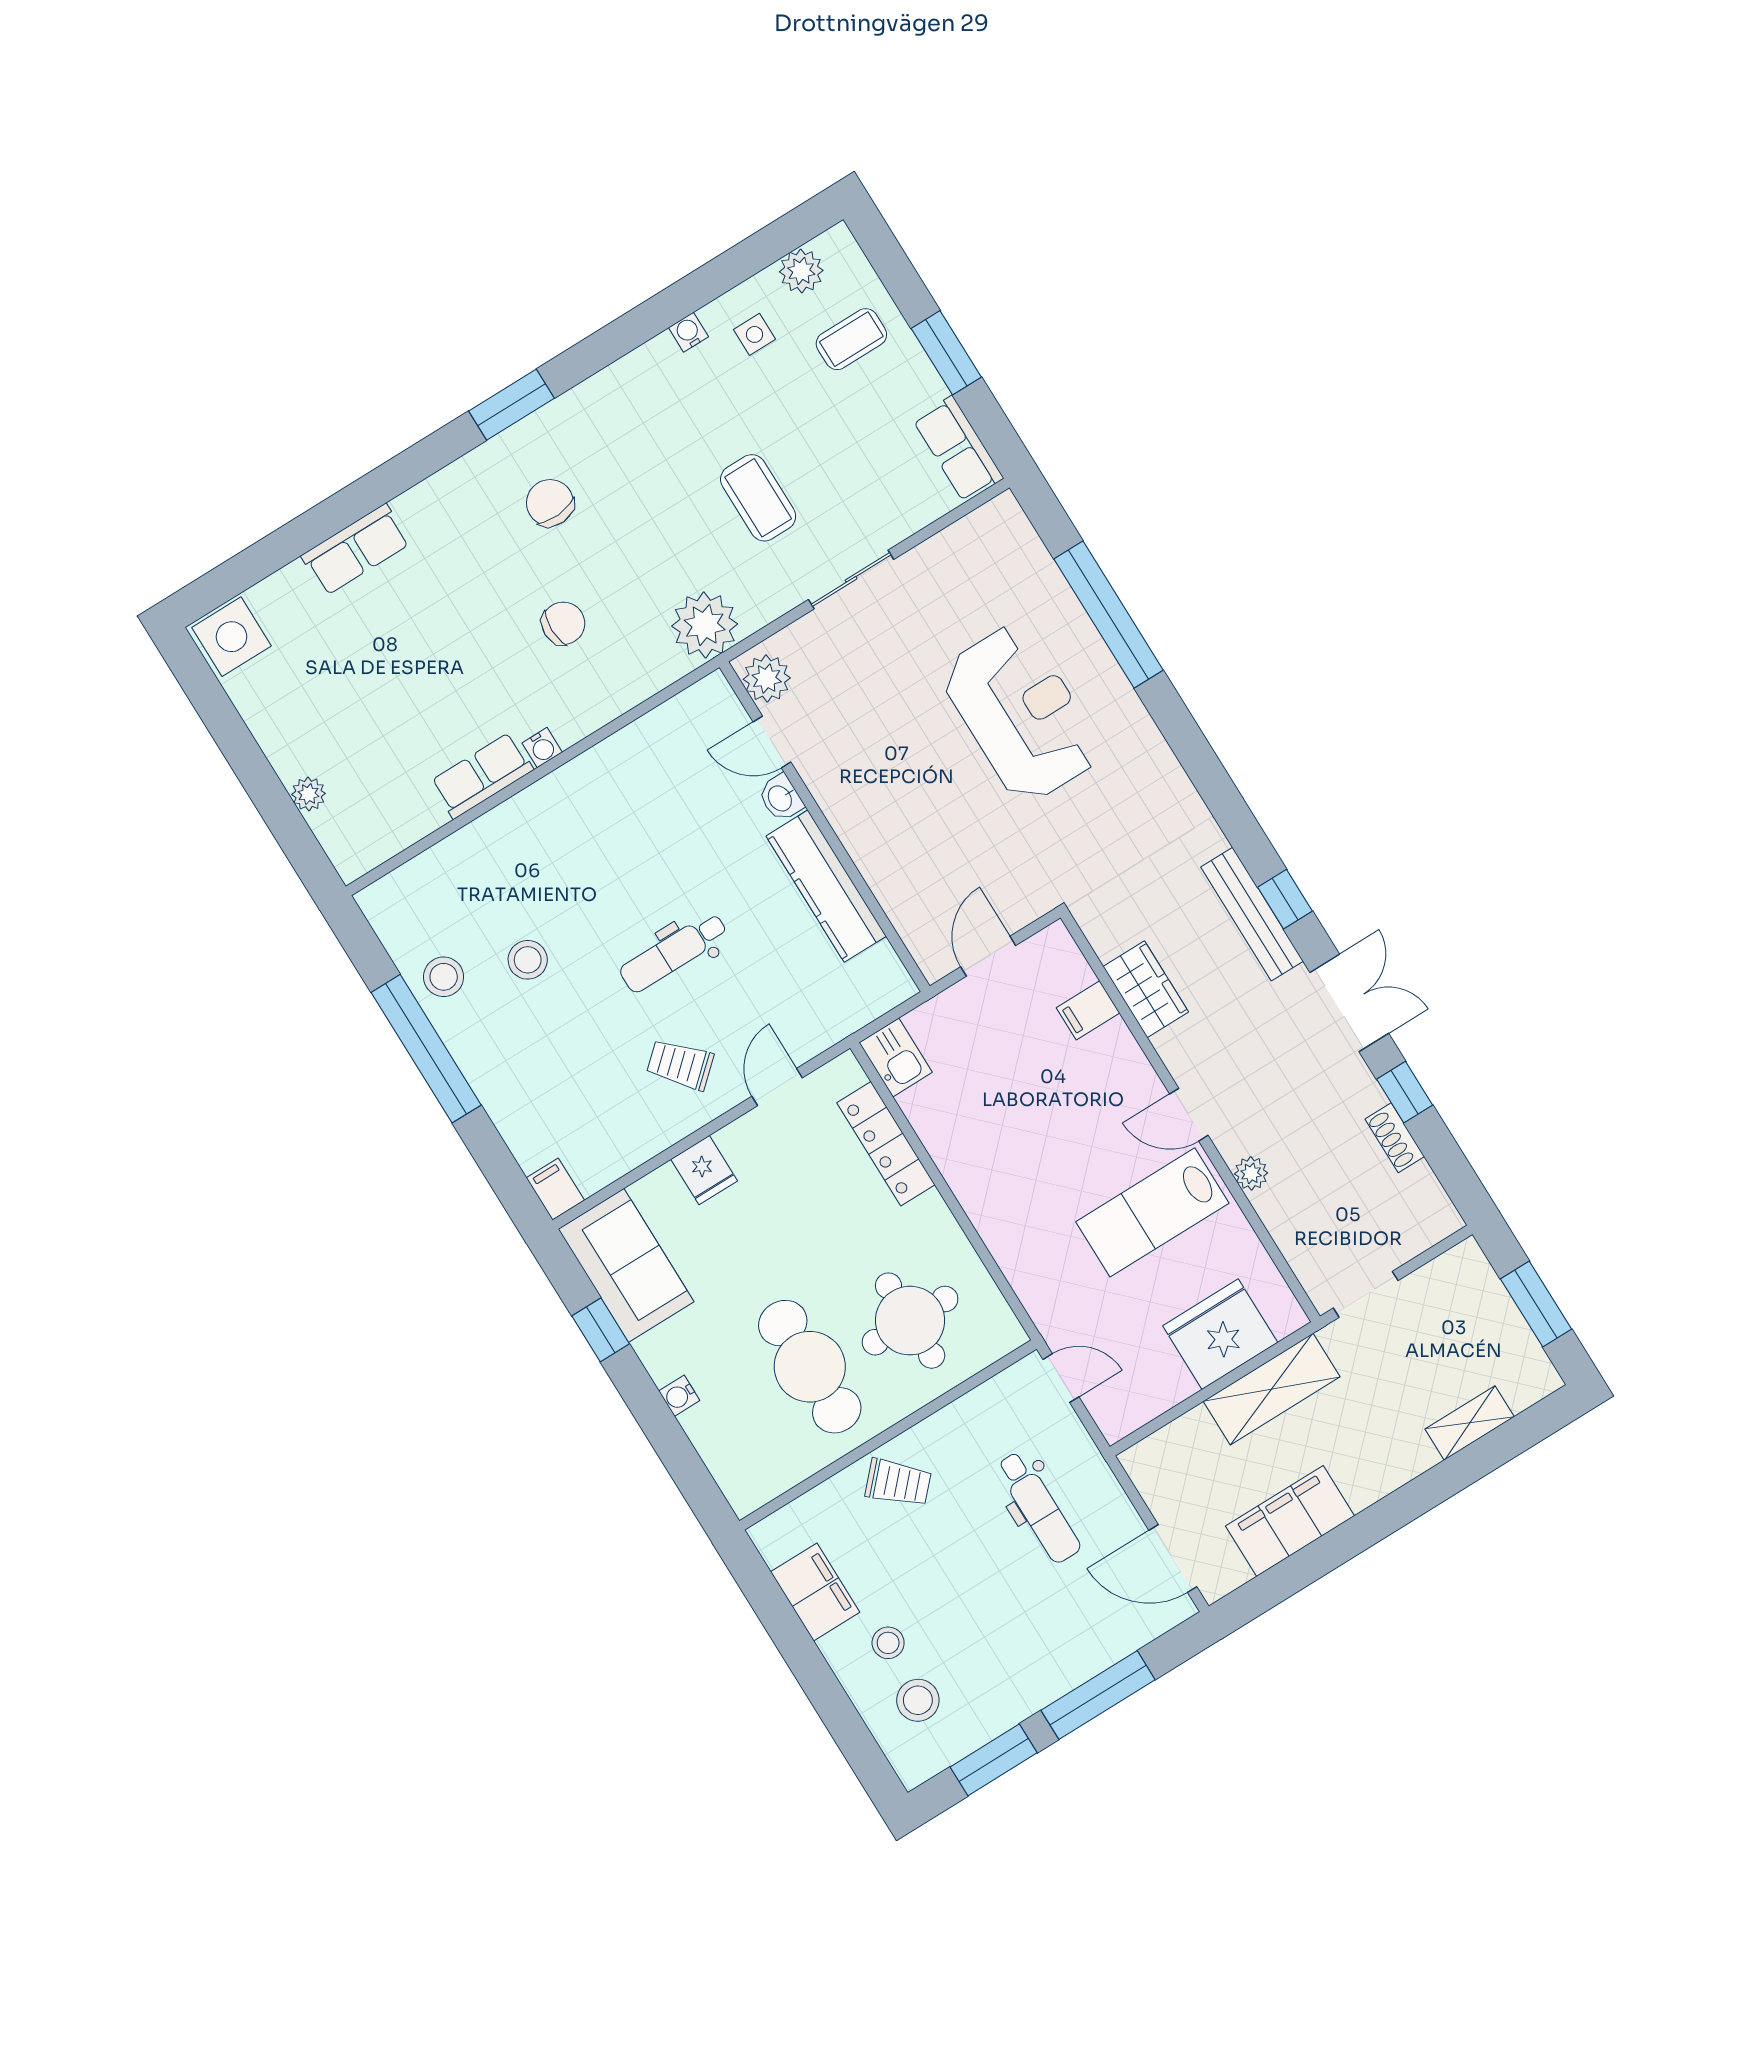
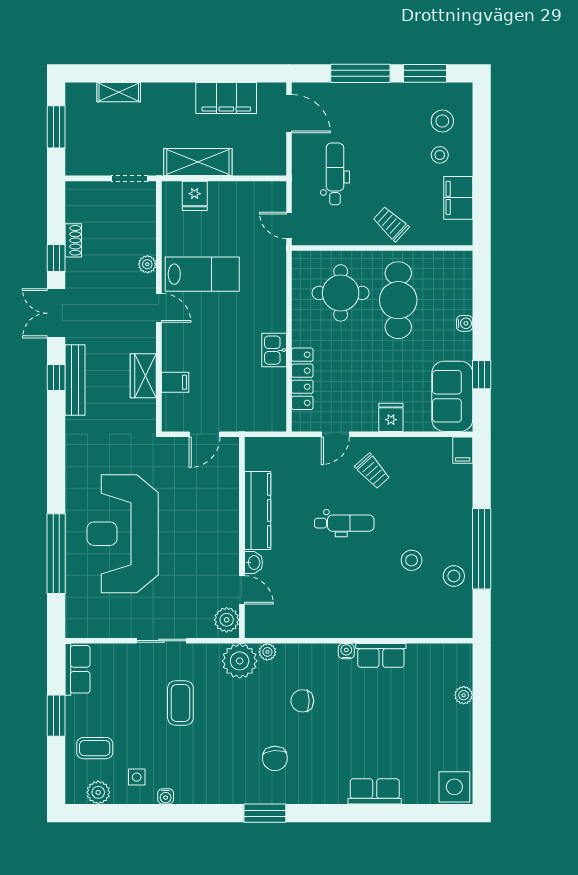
plant: (669, 667) -> (267, 652), added
reception desk: (1021, 713) -> (123, 534), width x1.36, depth x1.30
kitchen sink: (896, 1057) -> (274, 350), moved
fridge: (1220, 1334) -> (195, 196), width x0.53, depth x0.75

